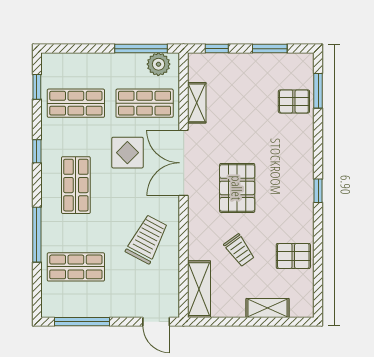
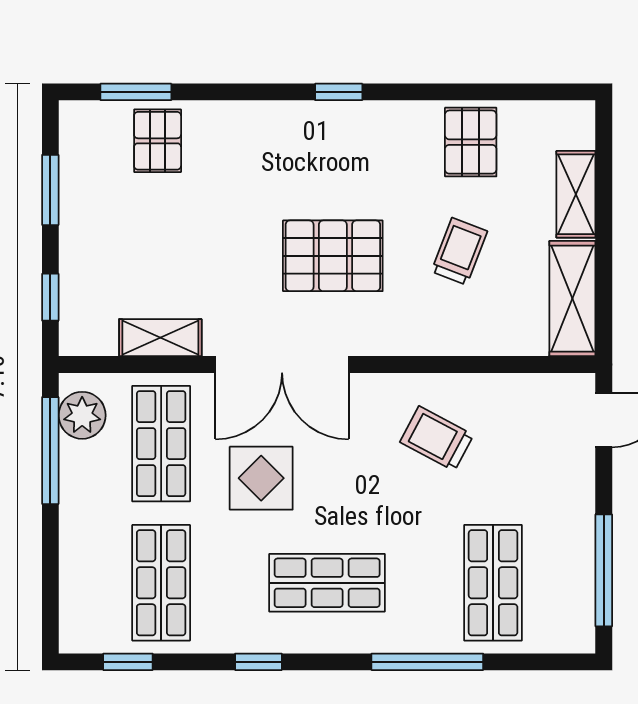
trolley: (147, 239) -> (437, 439), width x0.73, depth x0.72
trolley: (239, 250) -> (459, 251), turned -33
shelving: (199, 289) -> (572, 299), moved, turned 90

